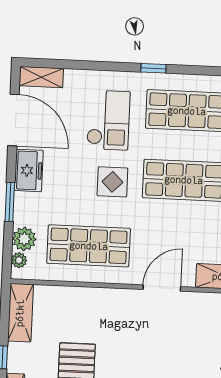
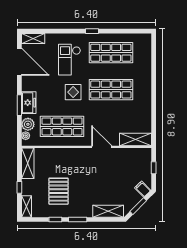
checkout: (108, 120) -> (69, 60), turned 180
freezer: (29, 170) -> (29, 103), moved
door: (162, 288) -> (102, 147), hinge flipped

